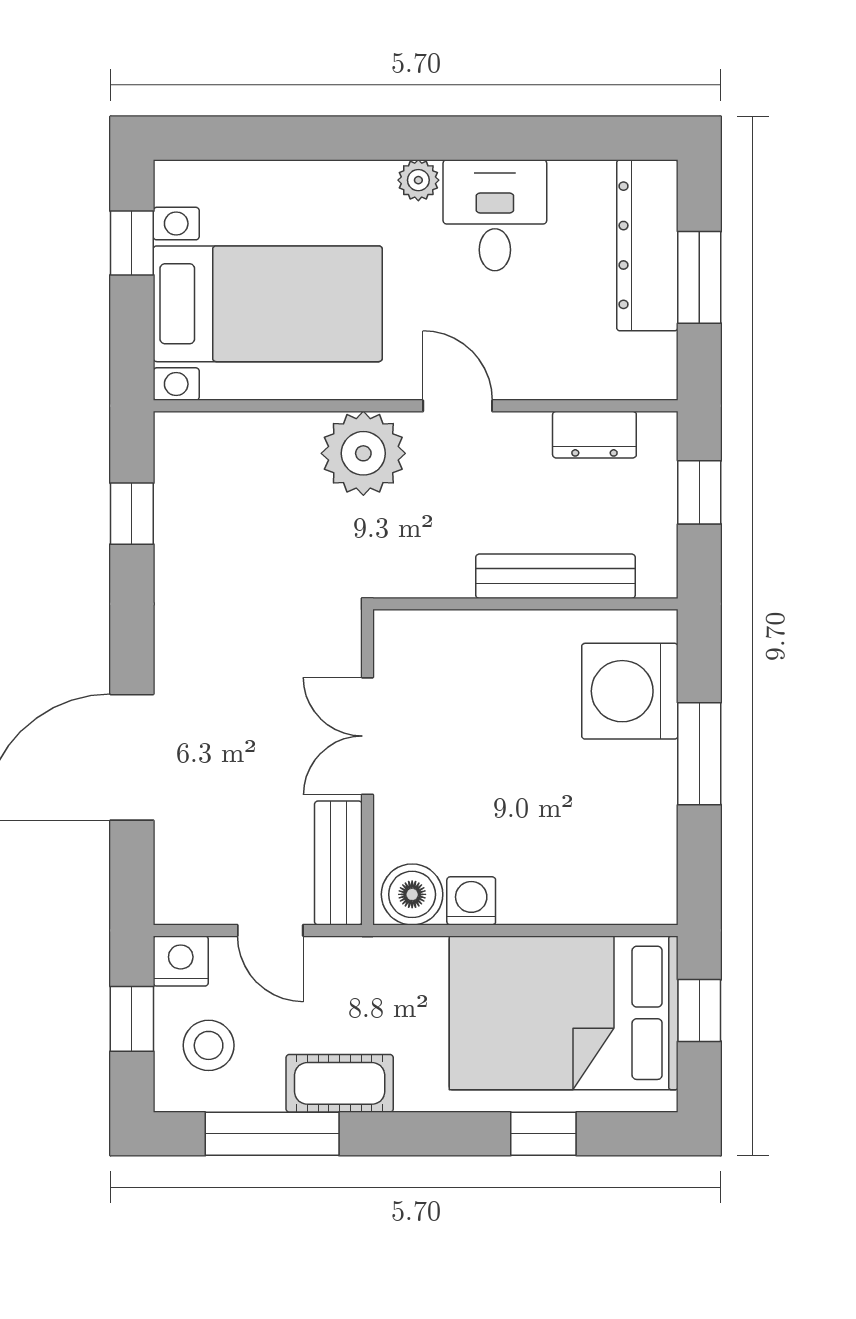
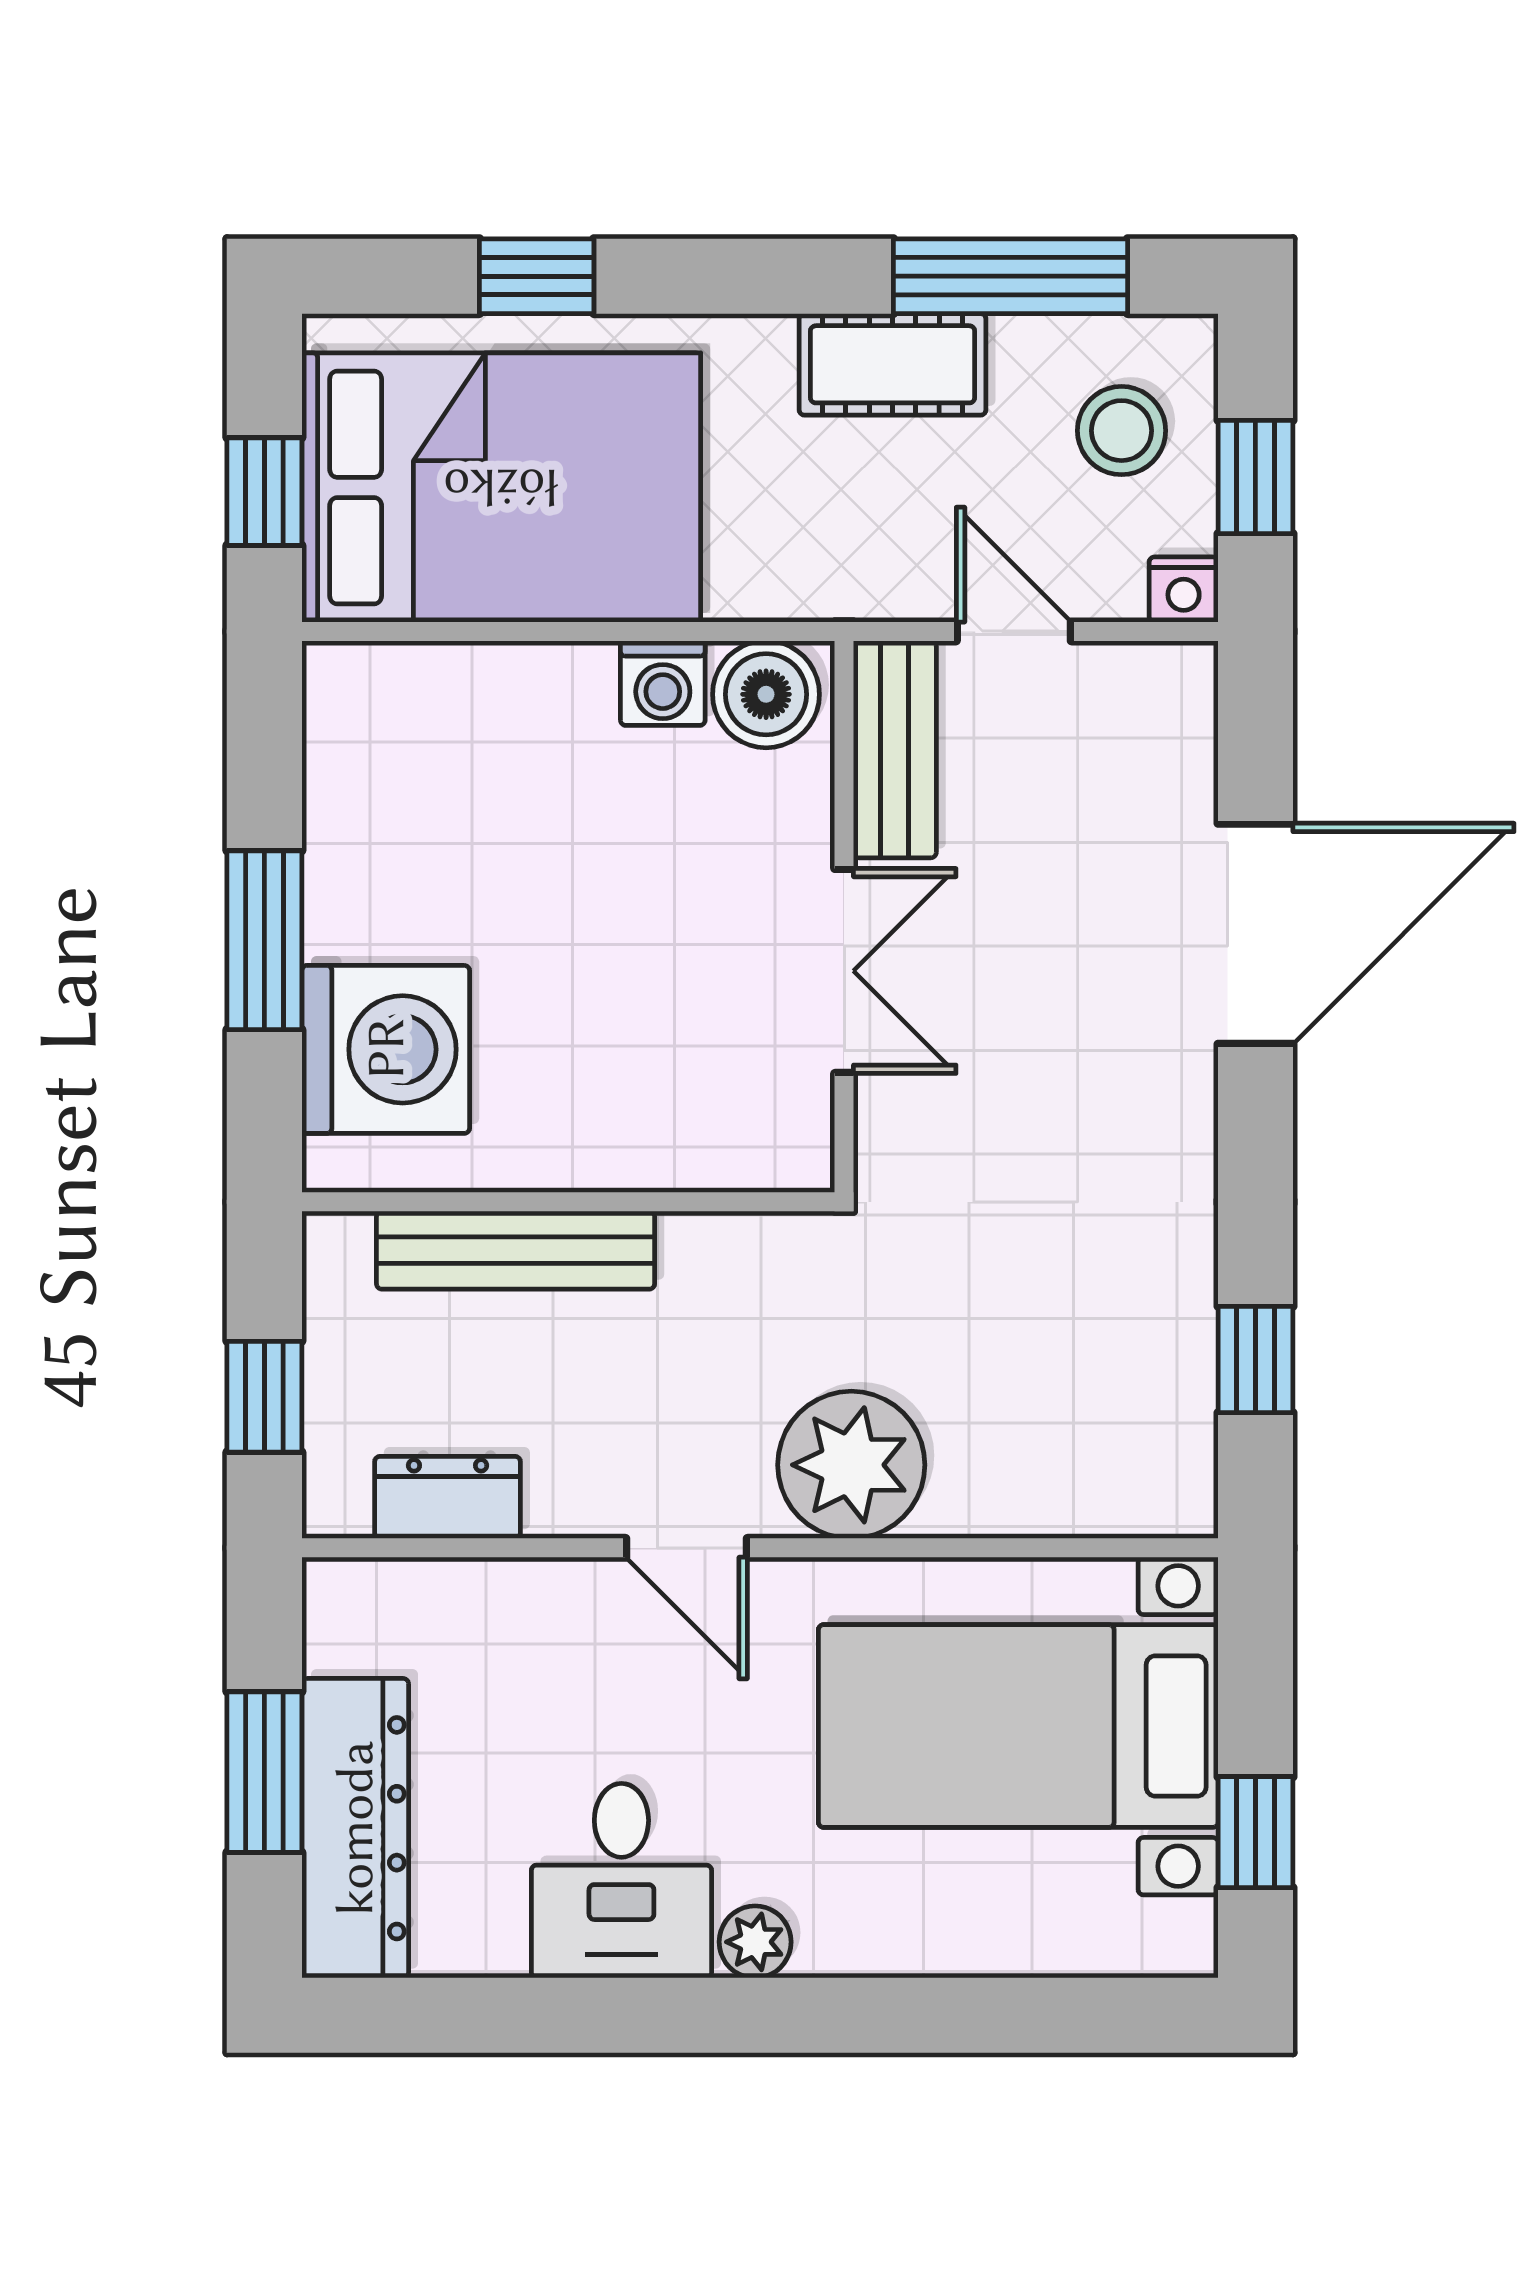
nightstand: (181, 961) -> (1184, 590), width x0.72, depth x0.74

